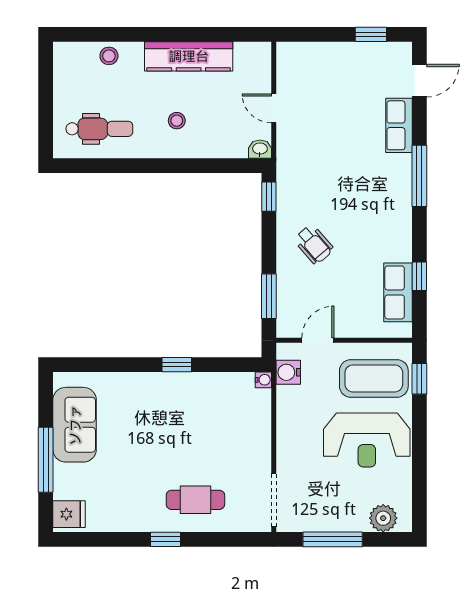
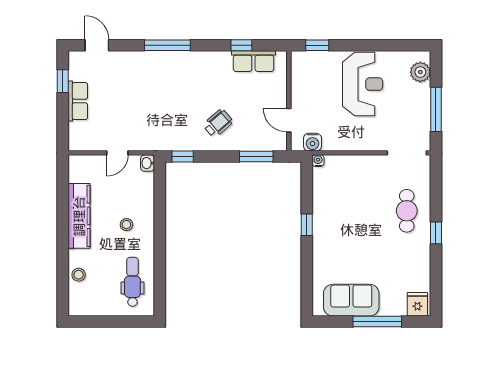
row of seats: (399, 125) -> (78, 101), moved, turned -90
coffee table: (374, 378) -> (317, 79), removed

